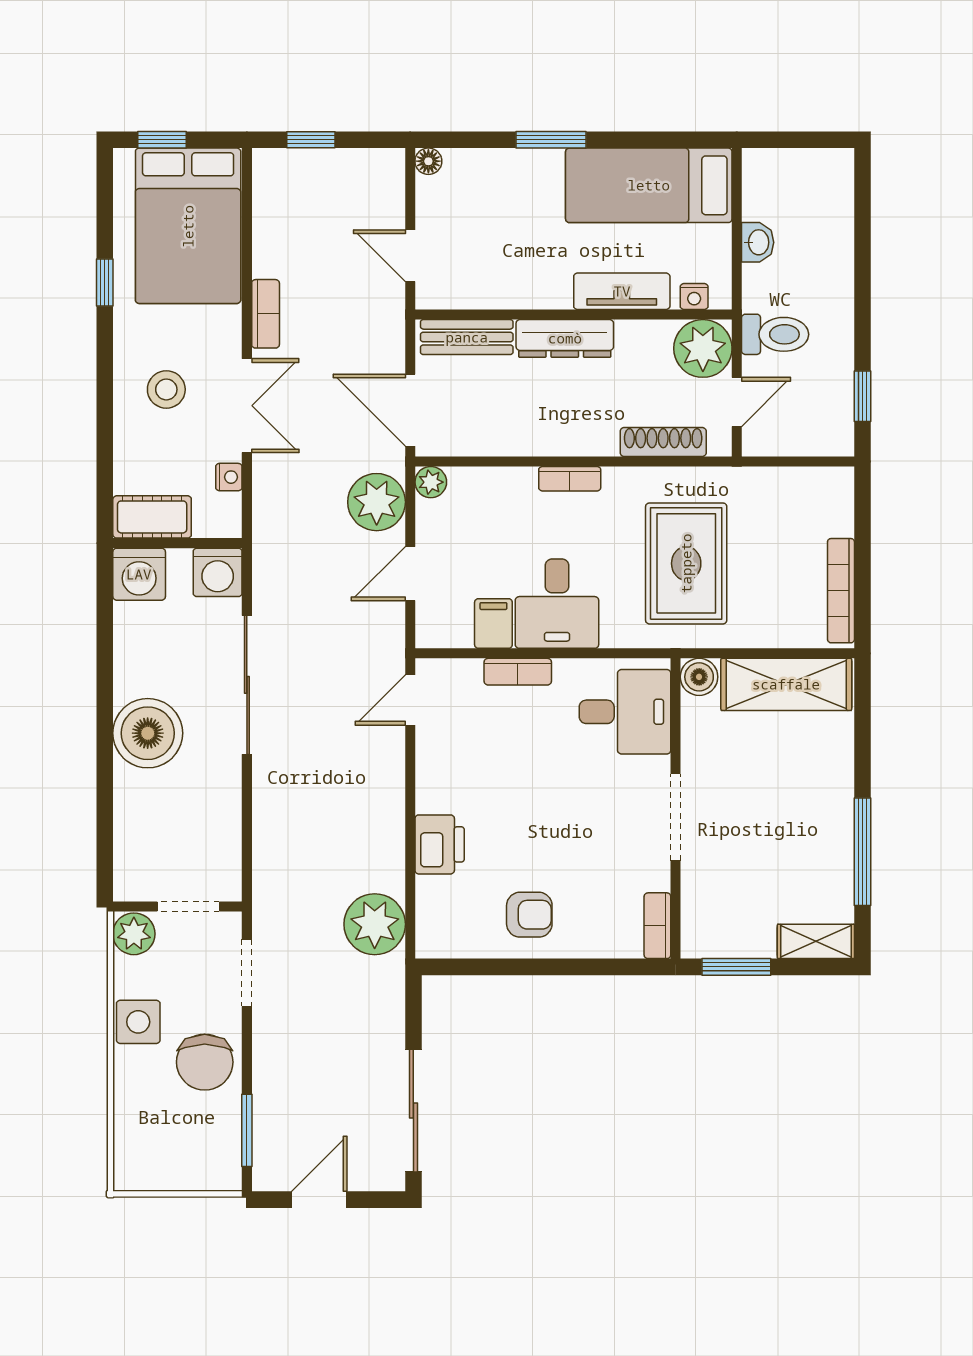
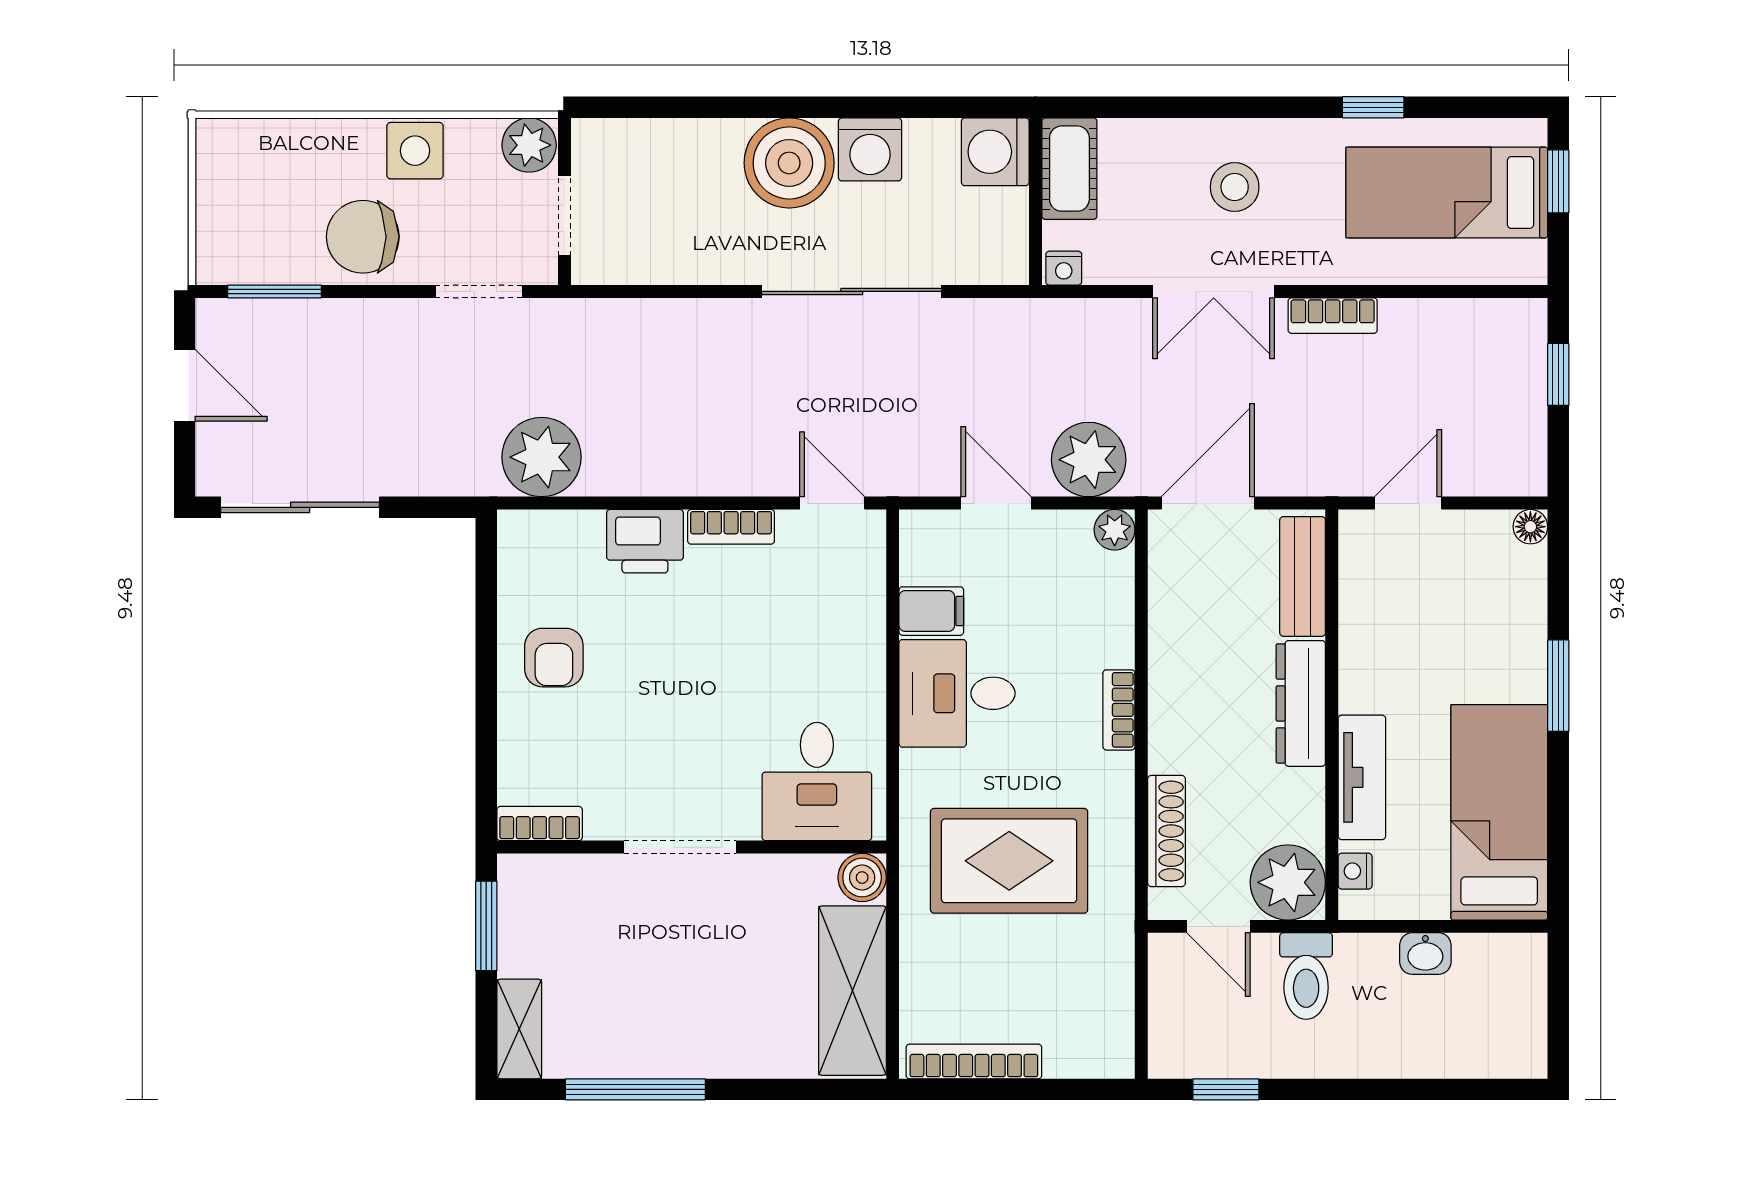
bed: (188, 226) -> (1447, 192), width x0.67
nightstand: (229, 477) -> (1064, 268), moved
washing machine: (218, 572) -> (870, 149), moved, turned -90
bookcase: (518, 672) -> (731, 527), moved, turned -90

